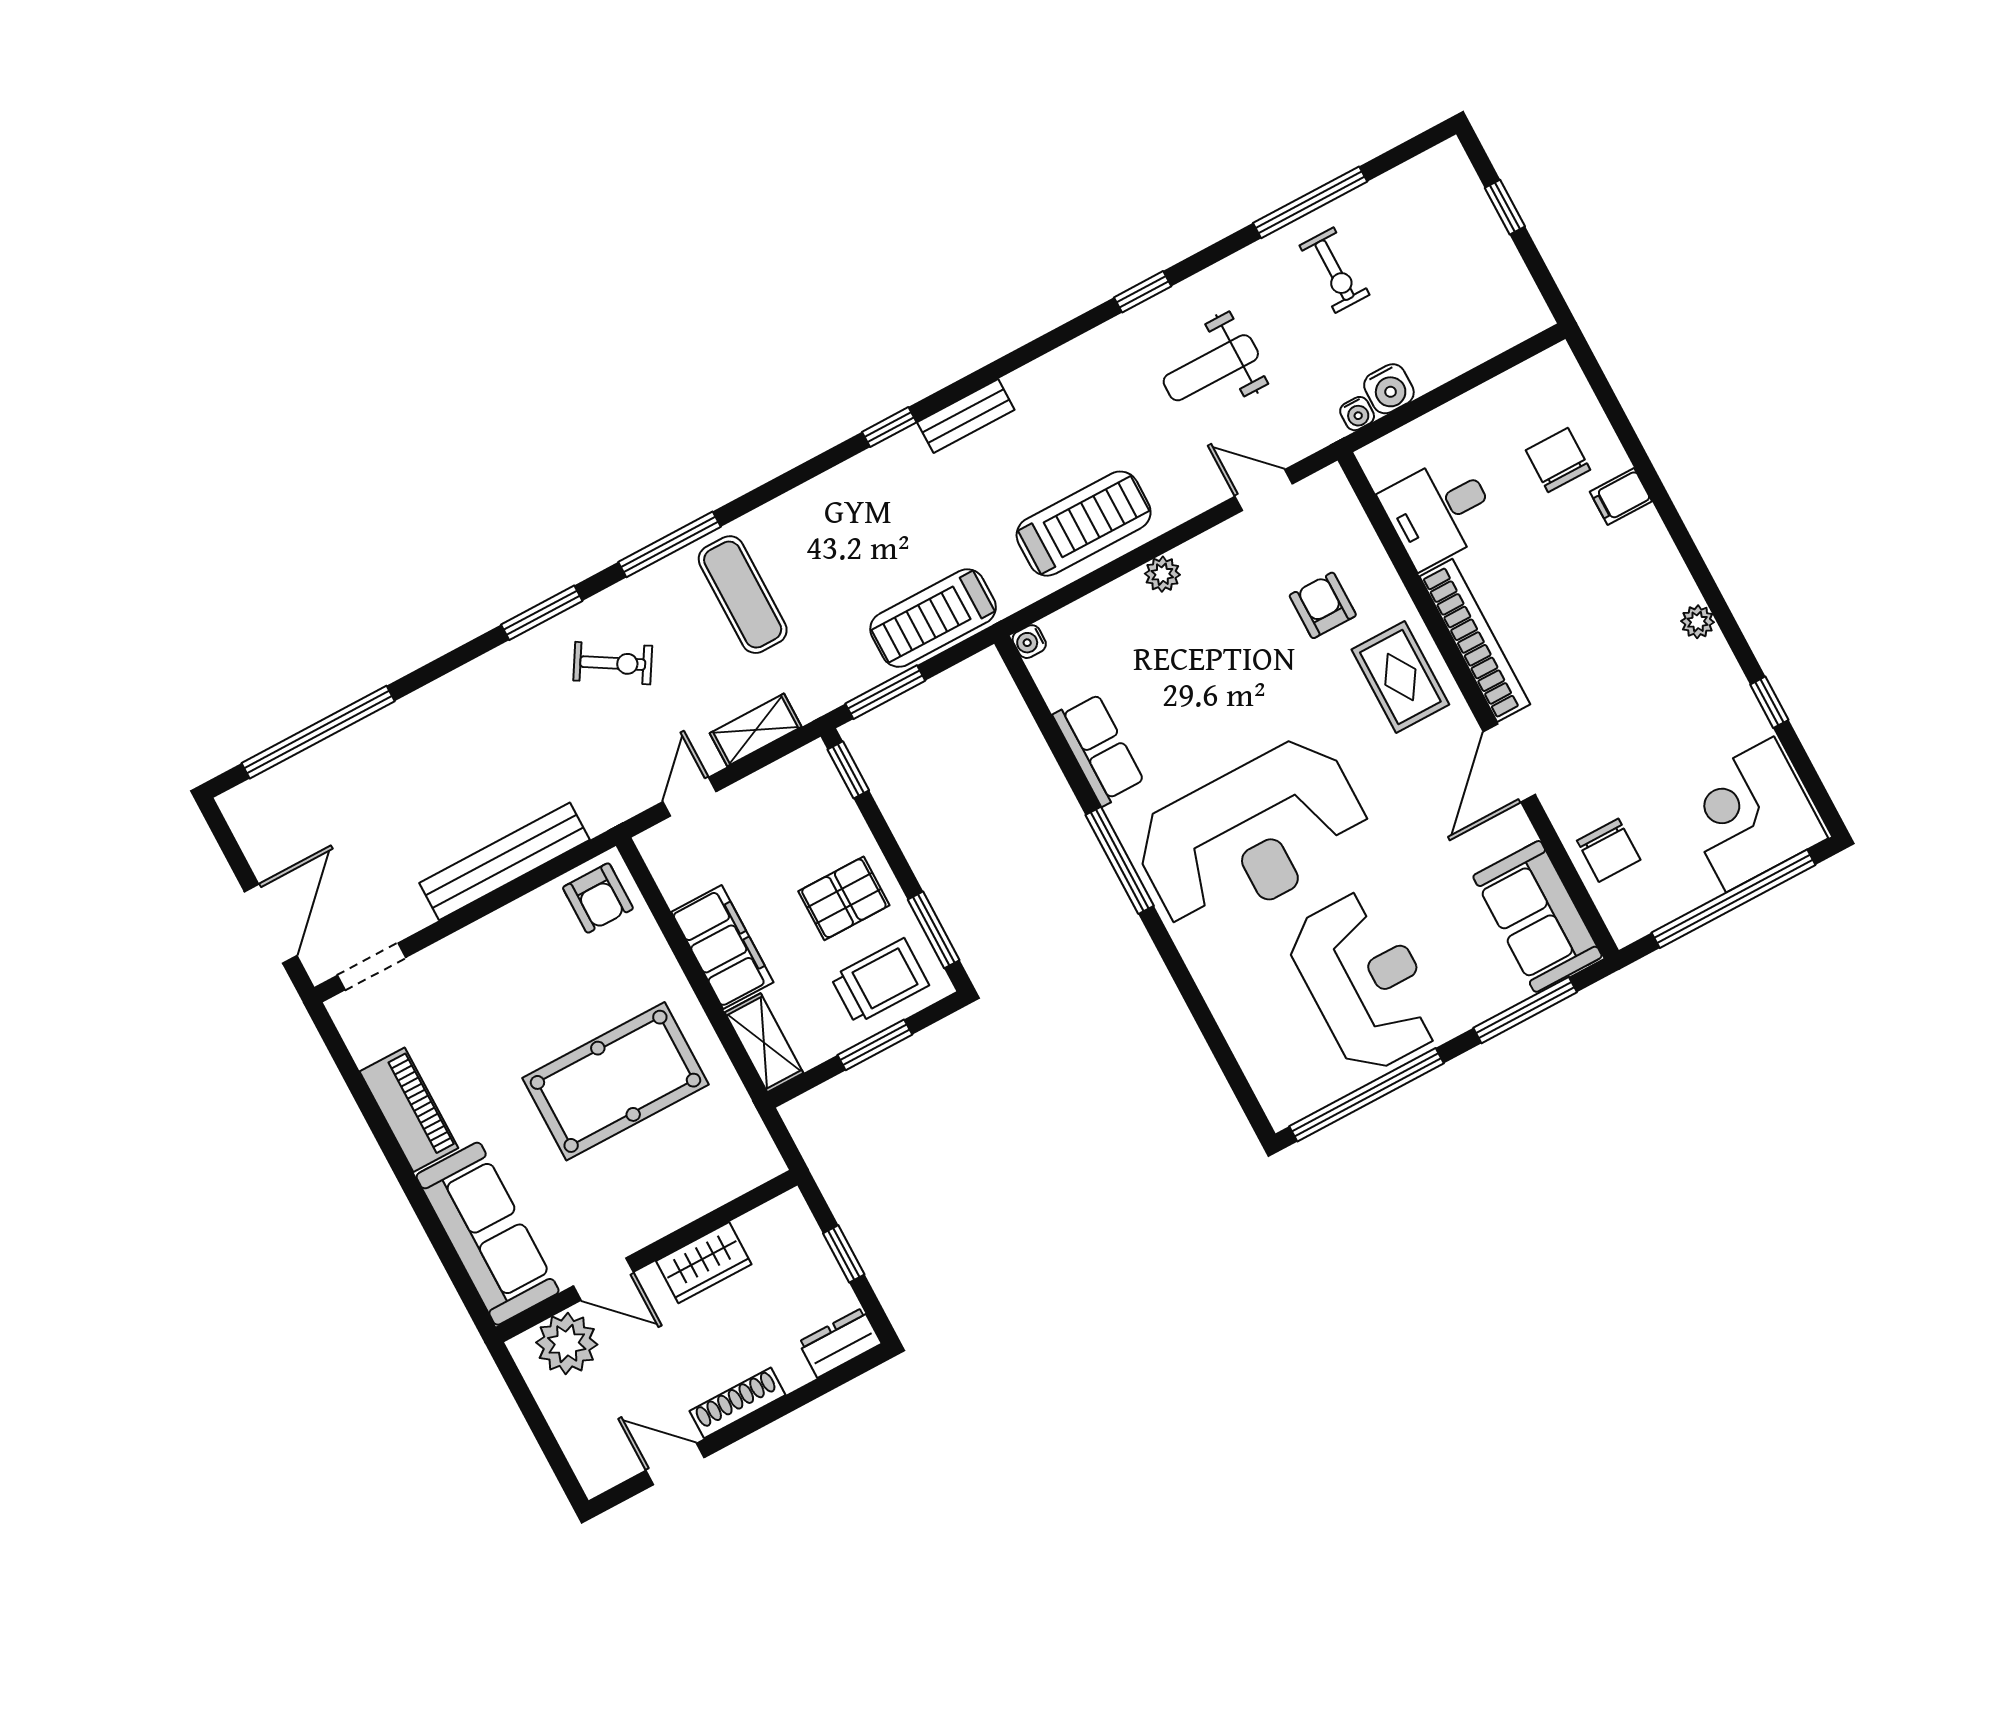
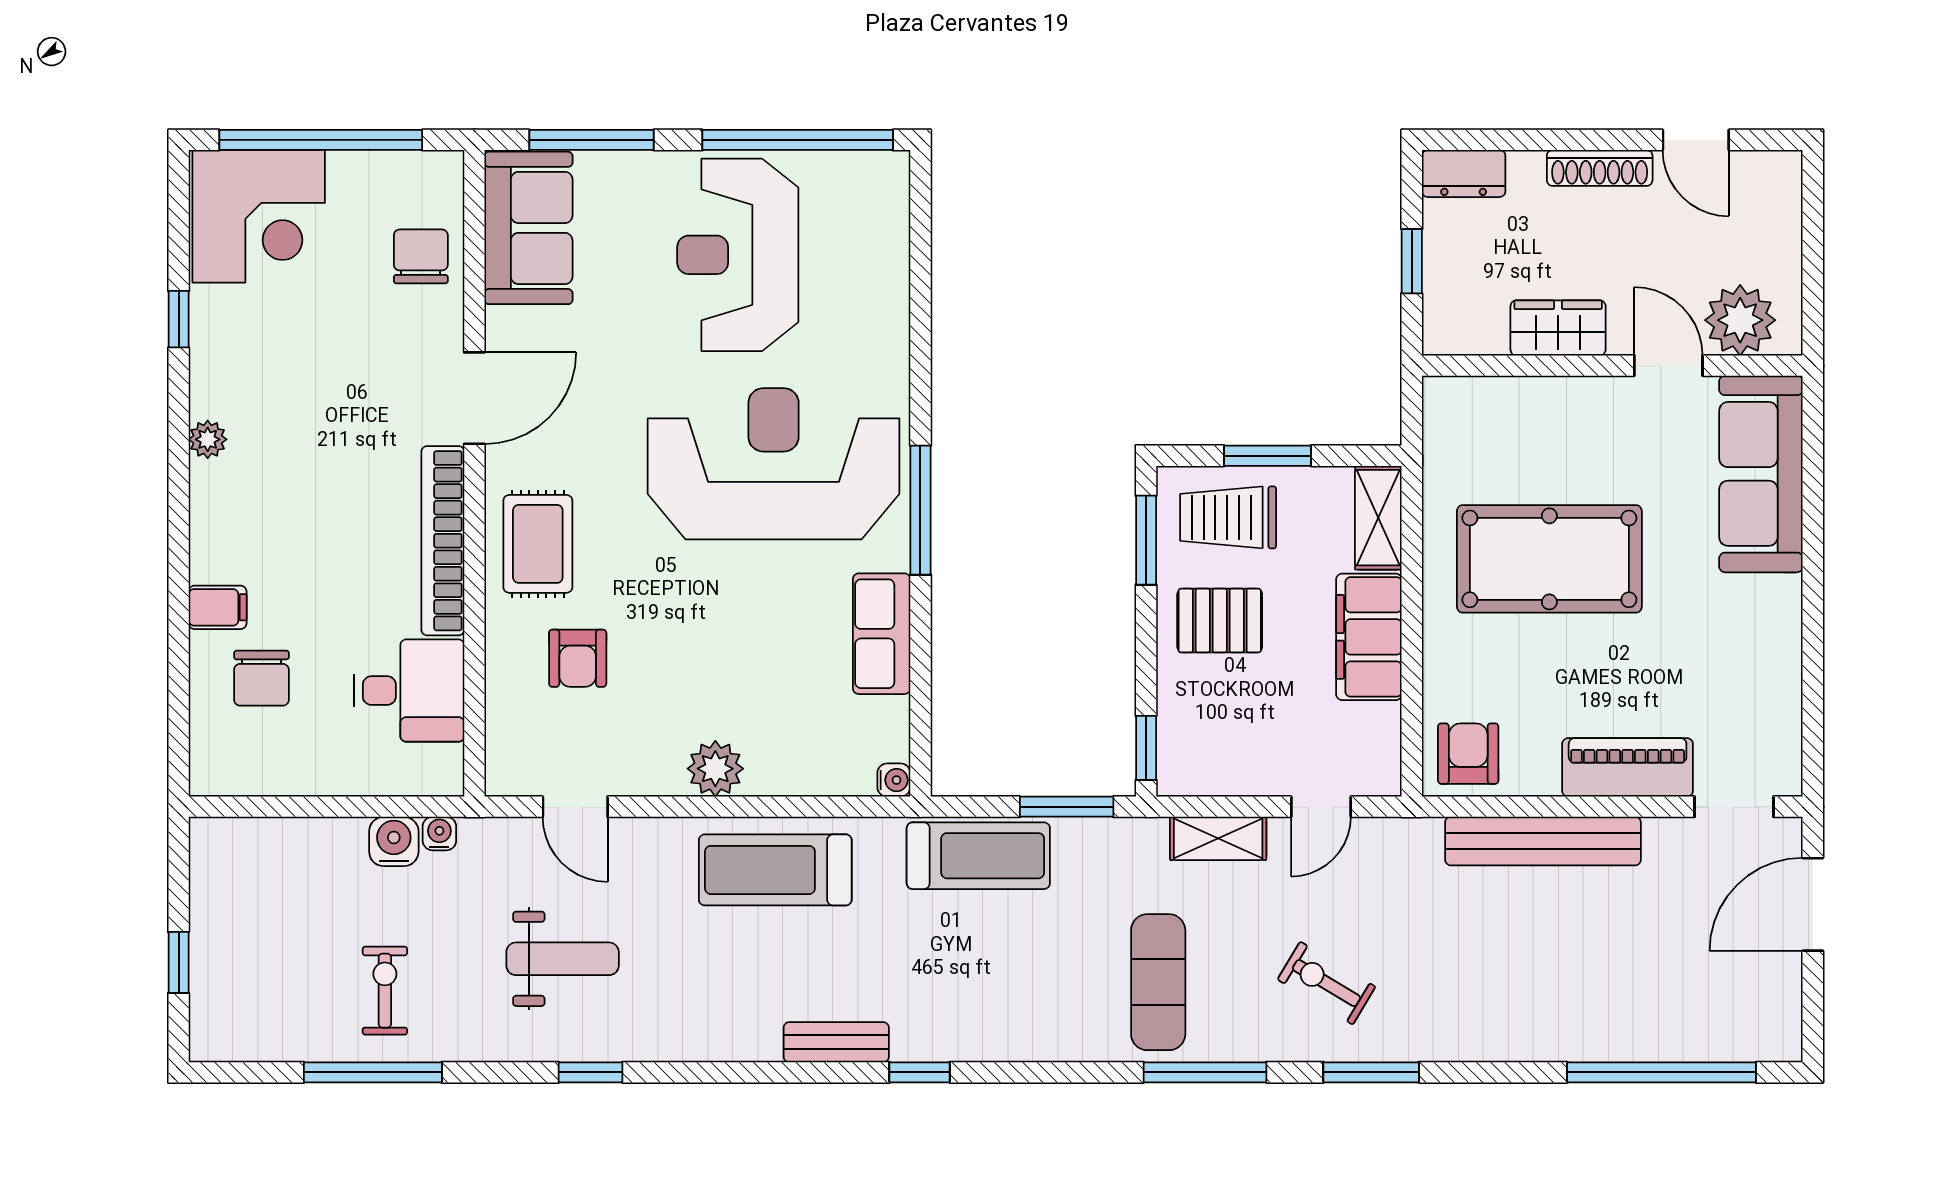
plant: (1162, 574) -> (715, 769), width x1.38, depth x1.38
piano: (409, 1110) -> (1628, 767), moved, turned 90

